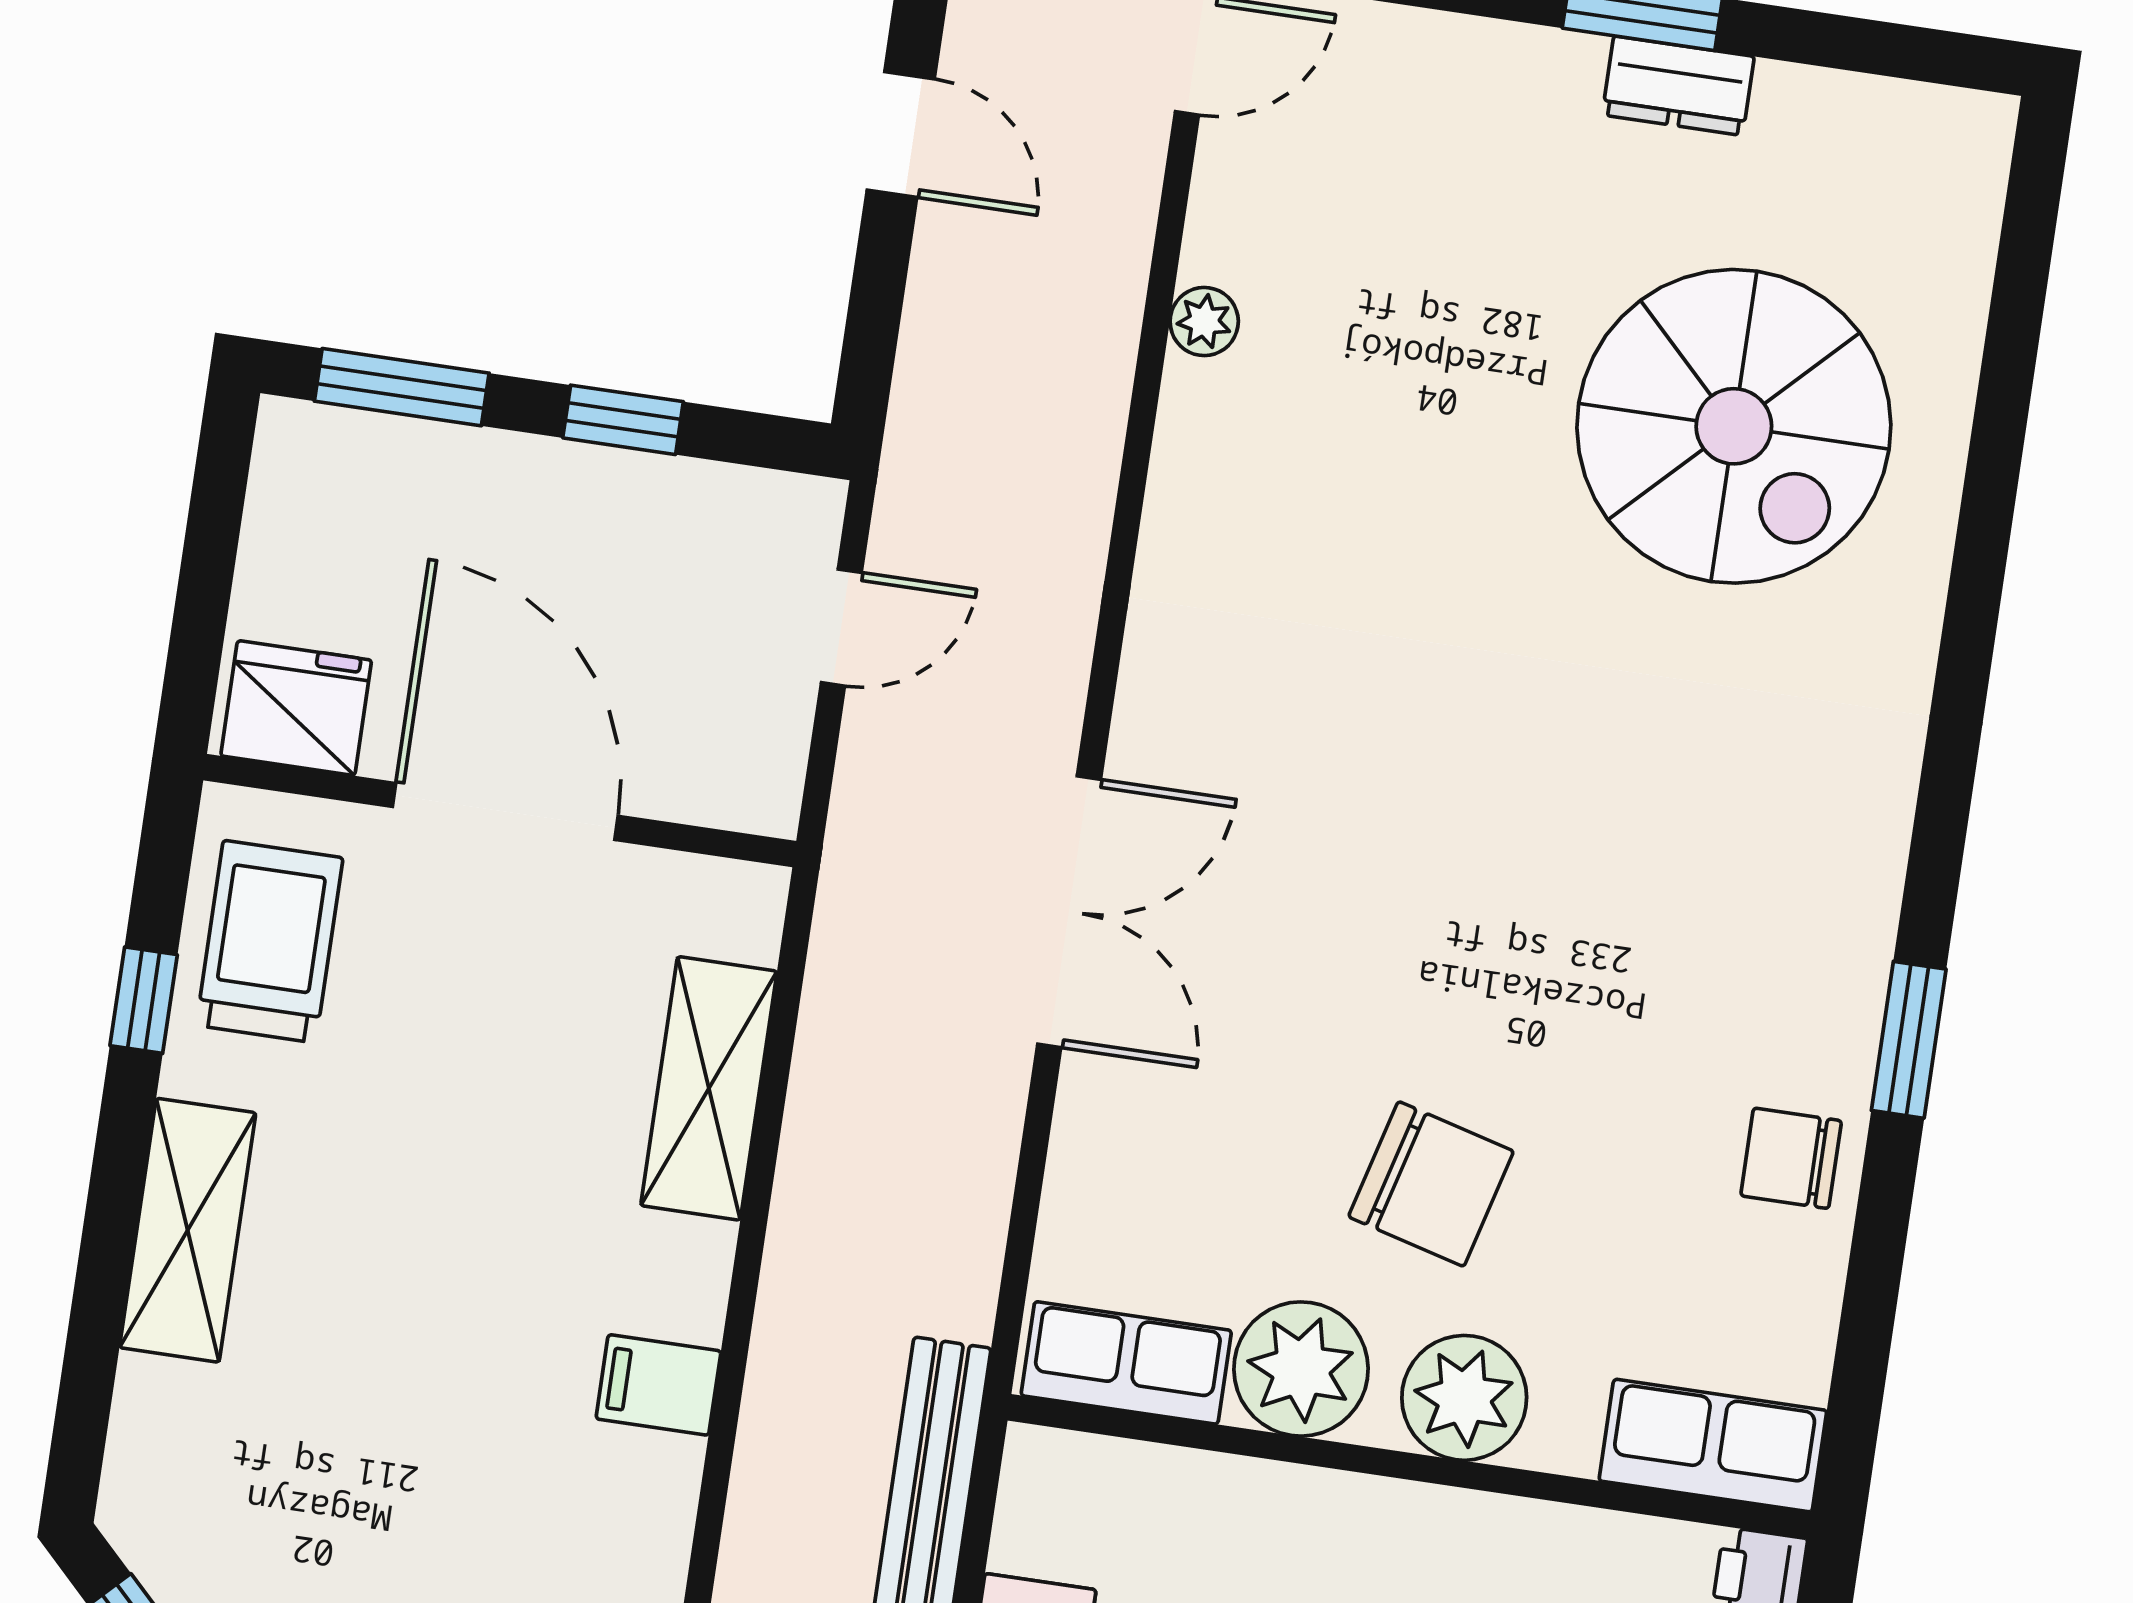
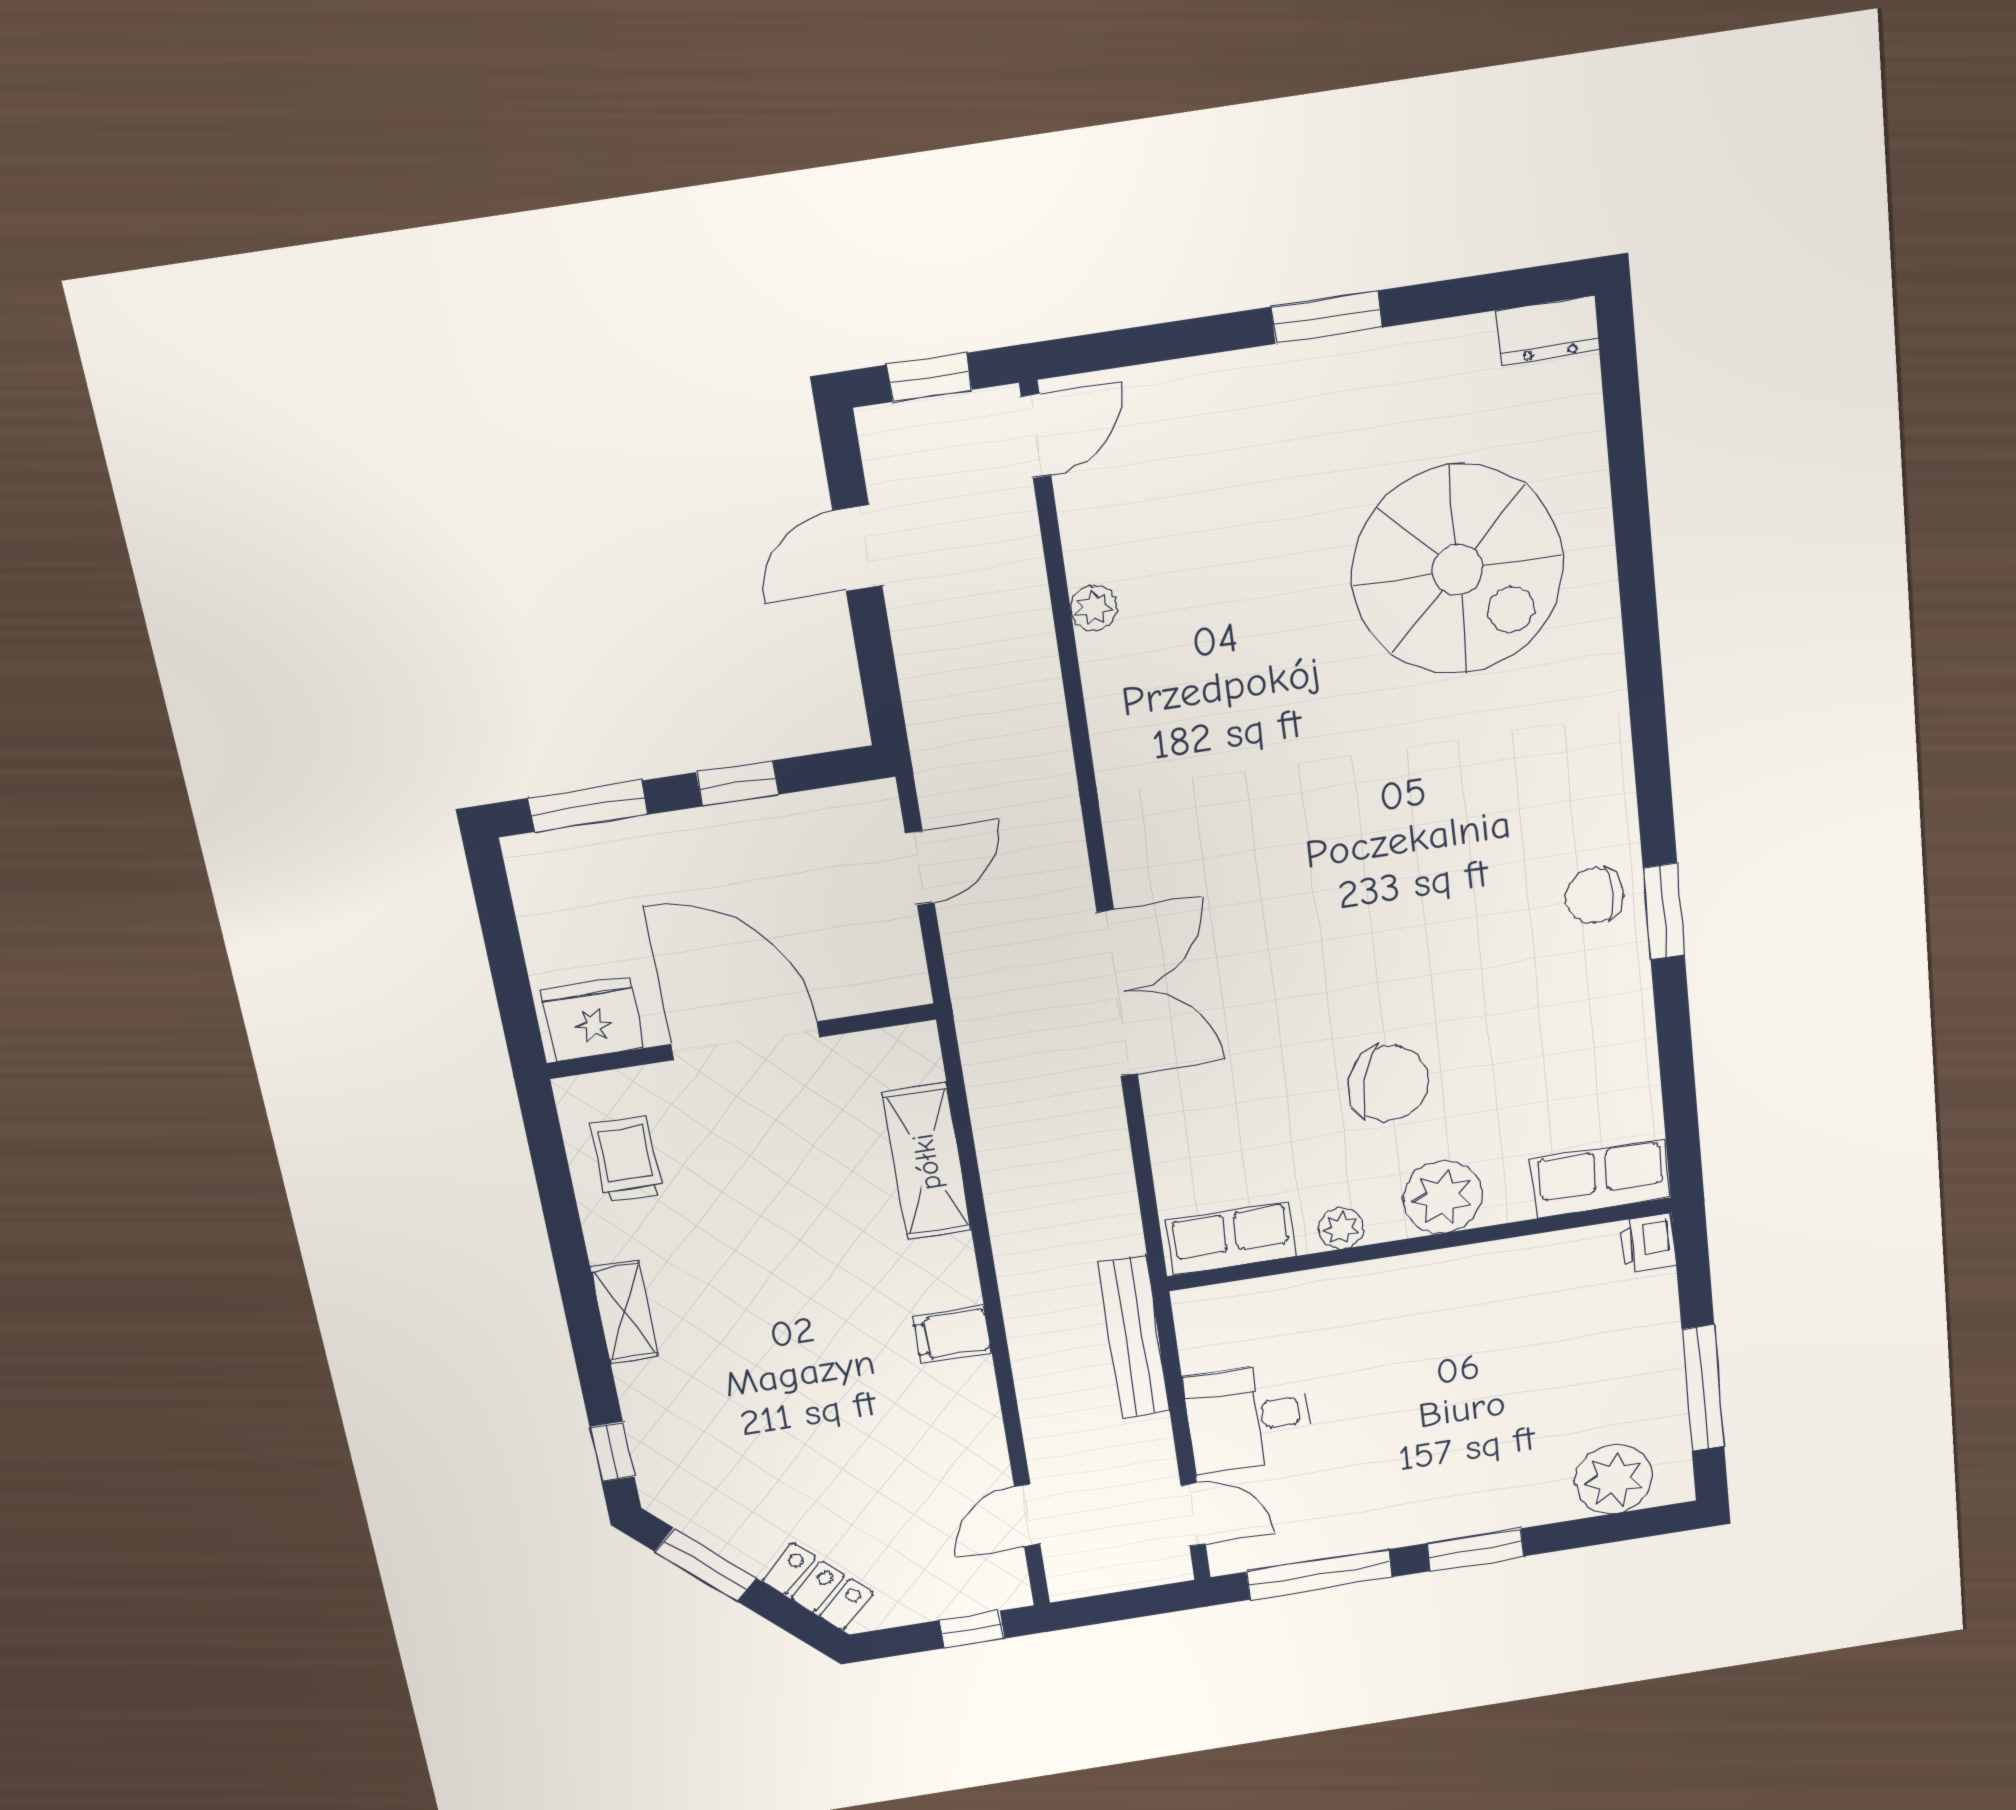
dresser: (1678, 86) -> (1548, 331), moved
door: (901, 135) -> (857, 548), swing flipped
trolley: (269, 942) -> (626, 1159), width x0.73, depth x0.72
window: (144, 1000) -> (612, 1452), moved
chair: (1791, 1158) -> (1595, 896), moved
shelving: (188, 1230) -> (624, 1312), width x0.67, depth x0.75
plant: (1301, 1369) -> (1341, 1228), width x0.53, depth x0.53

